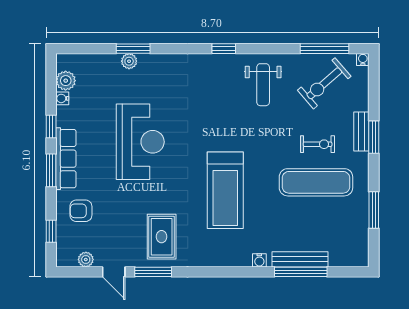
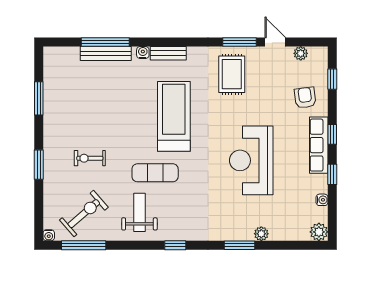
window: (133, 49) -> (240, 245), moved
plant: (66, 81) -> (319, 232), moved
bench: (361, 132) -> (168, 53), moved, turned 90
window: (51, 170) -> (332, 134), width x0.67
exercise mat: (316, 182) -> (155, 173), moved, width x0.73, depth x0.69
armchair: (81, 211) -> (305, 98), turned -97

